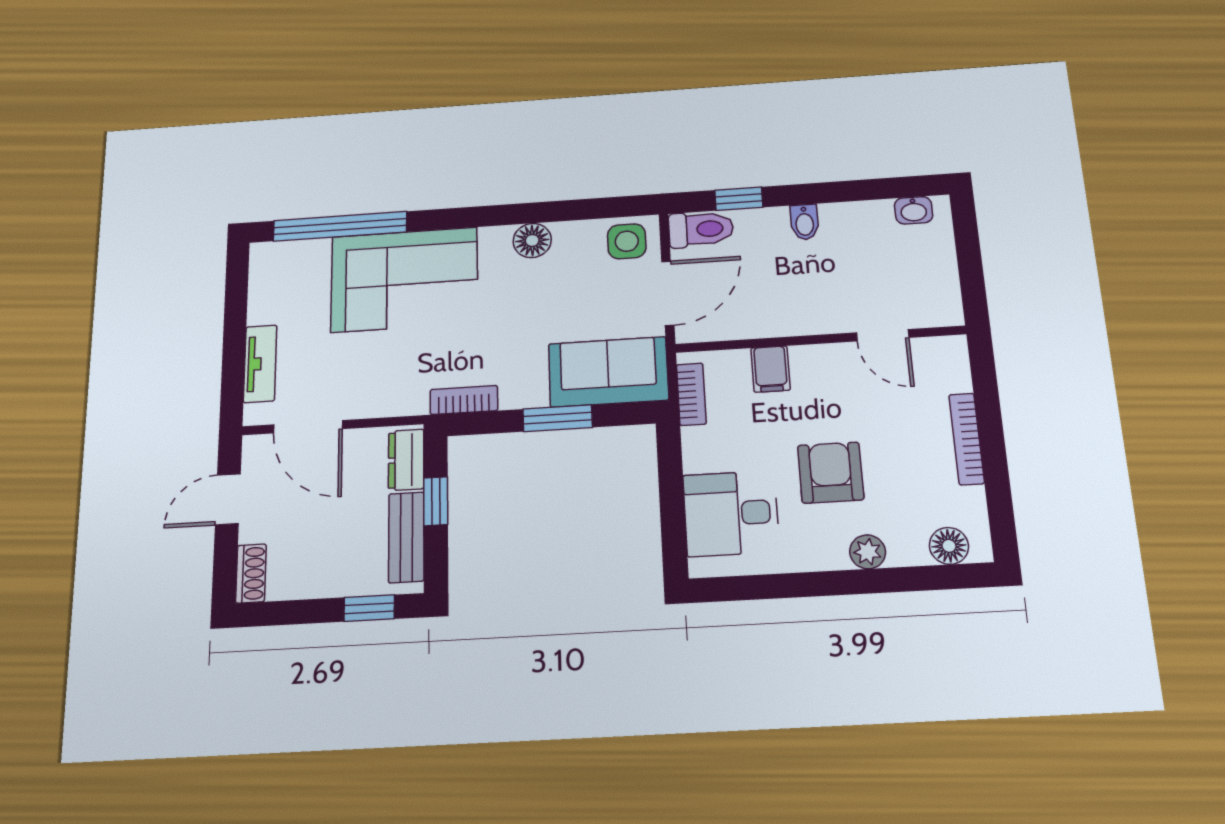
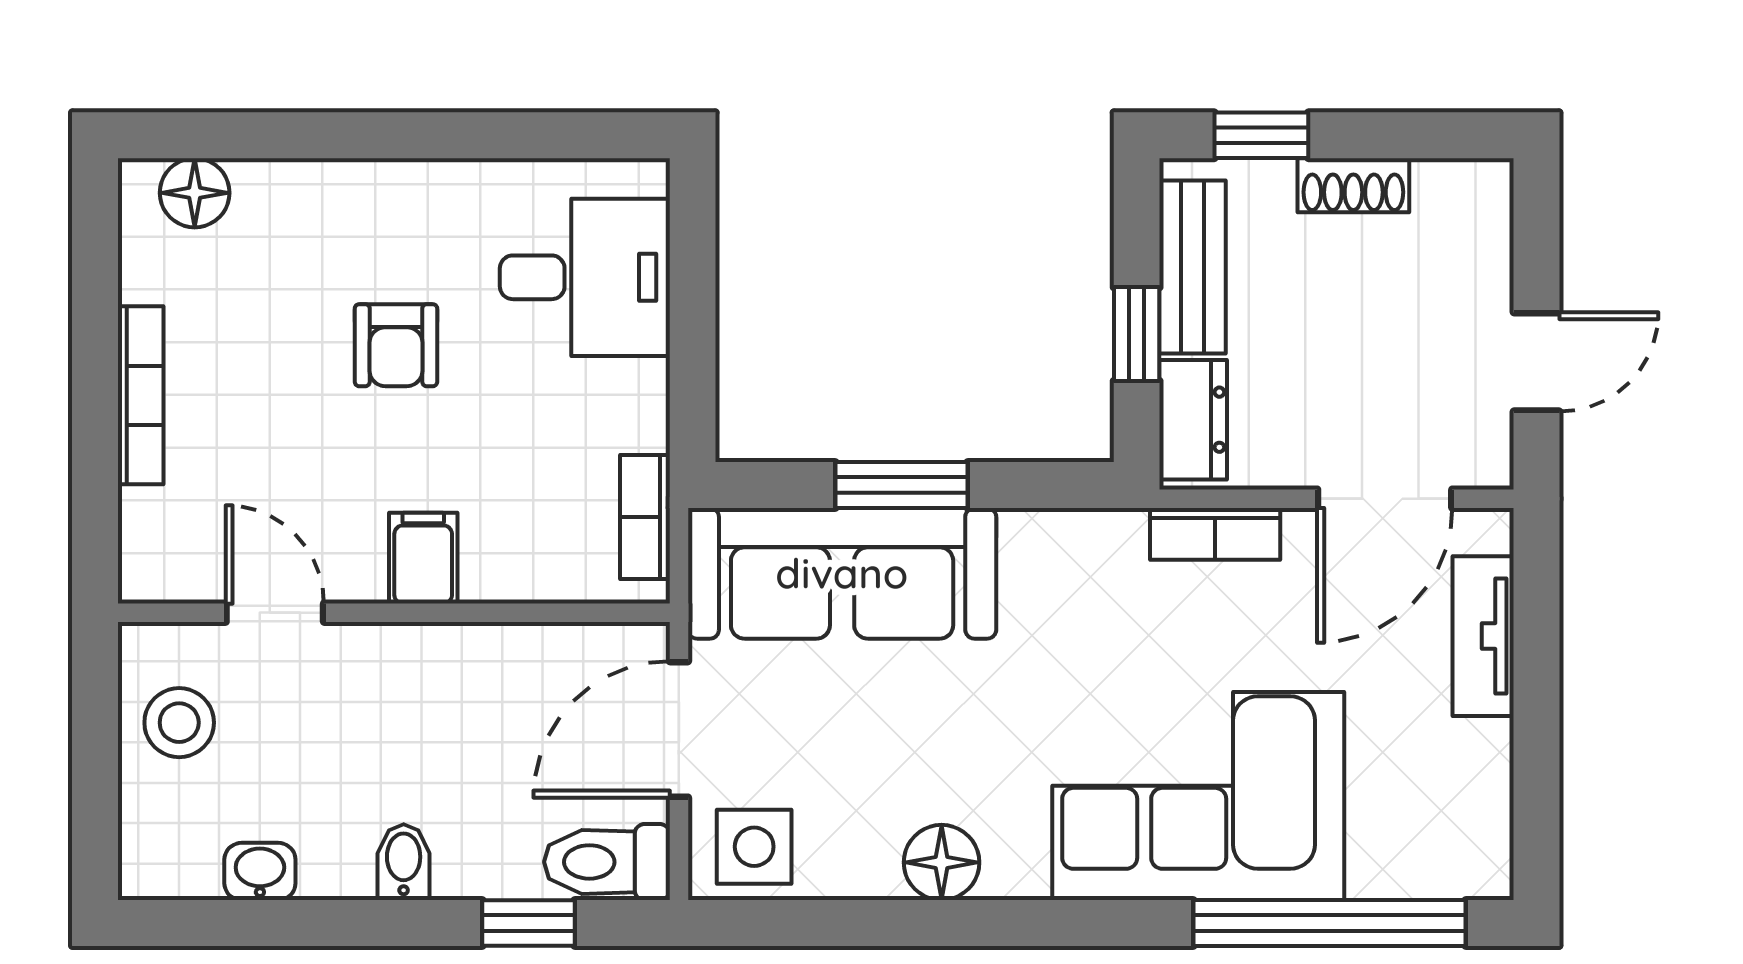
washbasin: (914, 210) -> (260, 871), moved
stool: (927, 279) -> (179, 723), added
filing cabinet: (771, 369) -> (423, 558), moved
sofa: (608, 372) -> (842, 573), width x1.36
bookcase: (464, 400) -> (1215, 534), moved
door: (308, 427) -> (1385, 499), swing flipped
armchair: (831, 473) -> (396, 345), width x0.72, depth x0.72
plant: (868, 552) -> (342, 190), removed
shoe rack: (251, 573) -> (1353, 185), moved, turned -90

